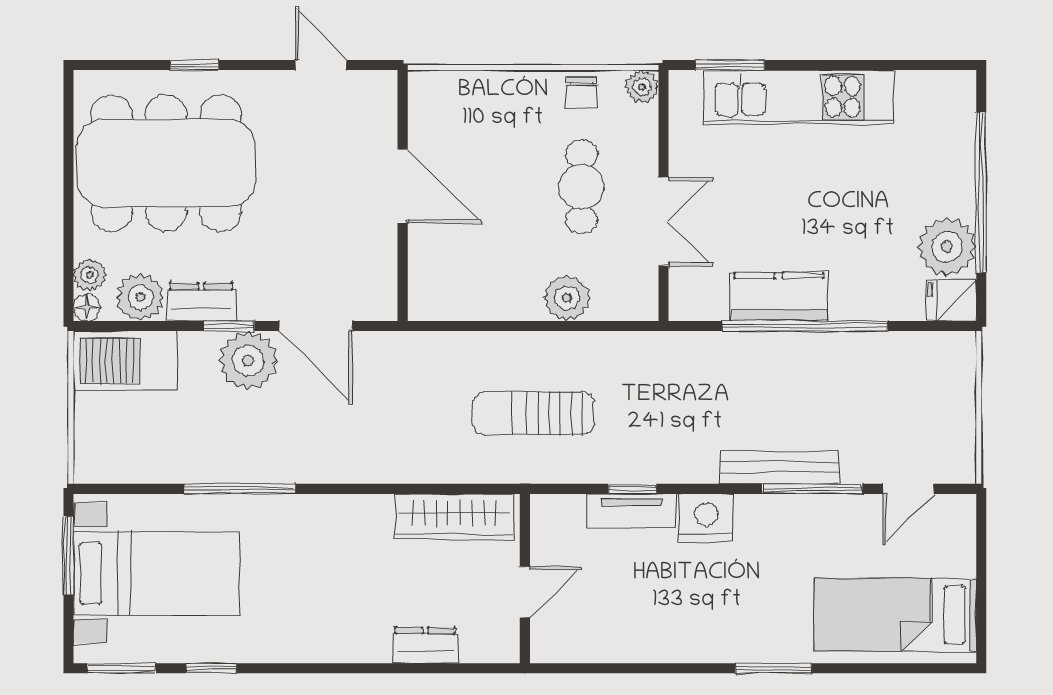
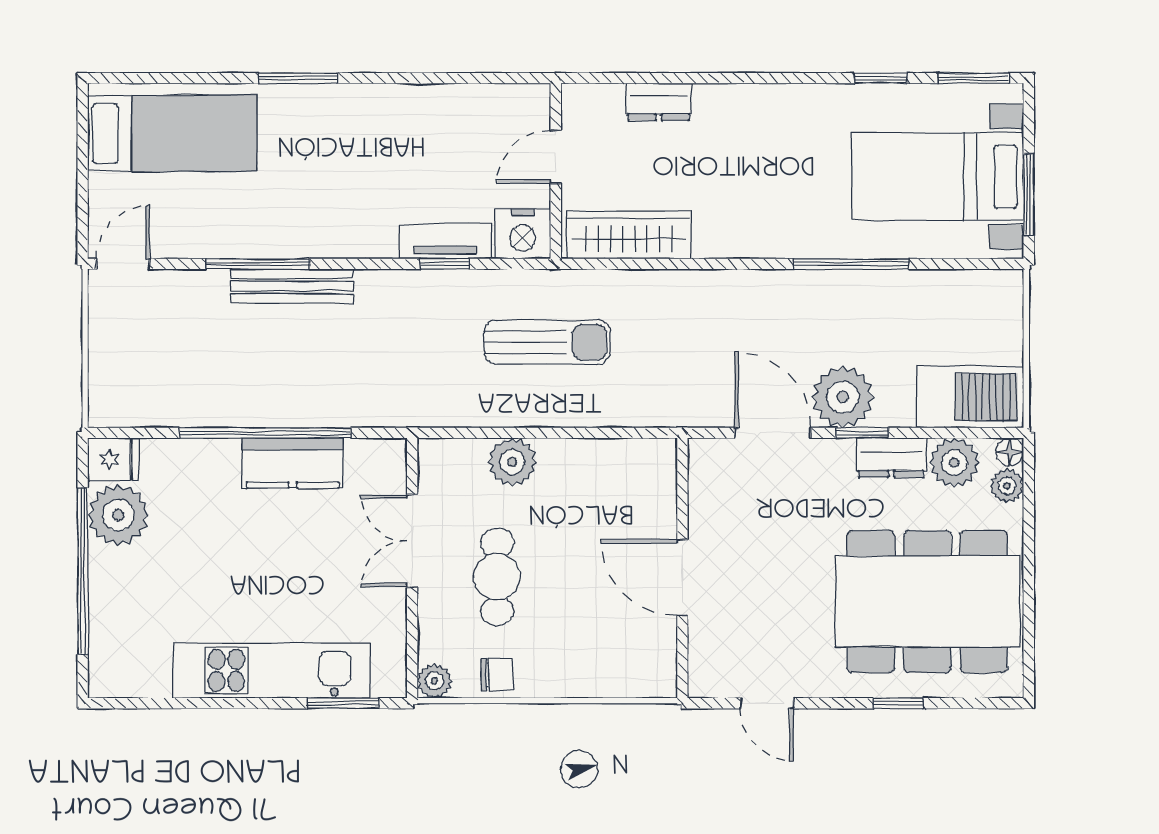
chair: (581, 93) -> (497, 675), turned 89
door: (908, 489) -> (123, 264), moved
nightstand: (706, 518) -> (523, 234), moved

